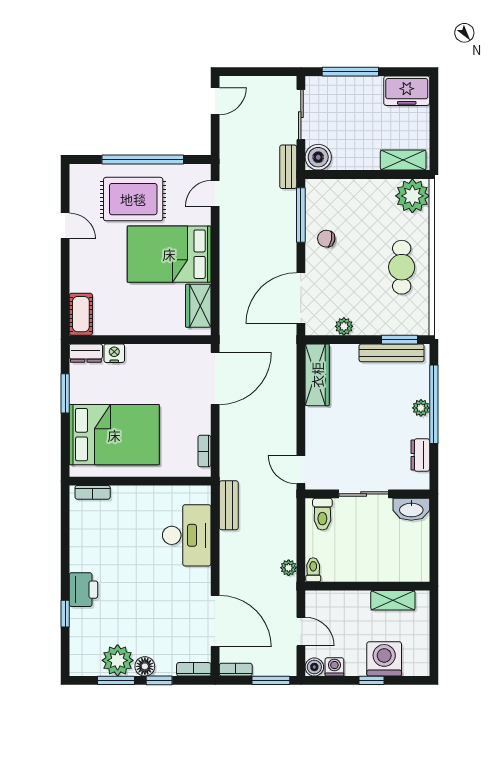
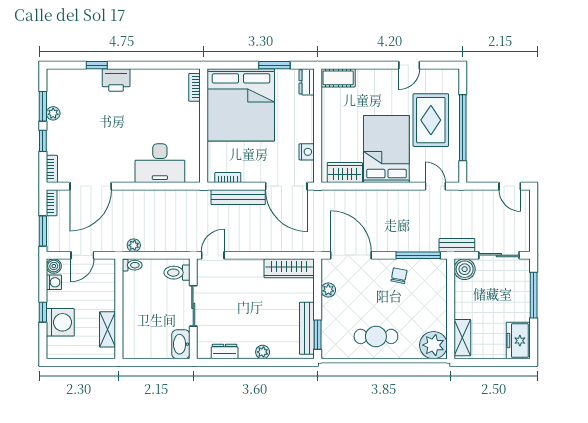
nightstand: (114, 353) -> (307, 152), moved
window: (434, 404) -> (265, 362), removed
bed: (114, 435) -> (241, 105), width x1.36
bench: (229, 505) -> (238, 197), moved, width x1.36
plant: (118, 660) -> (53, 113), width x0.53, depth x0.53
floor lamp: (145, 666) -> (54, 129), removed

